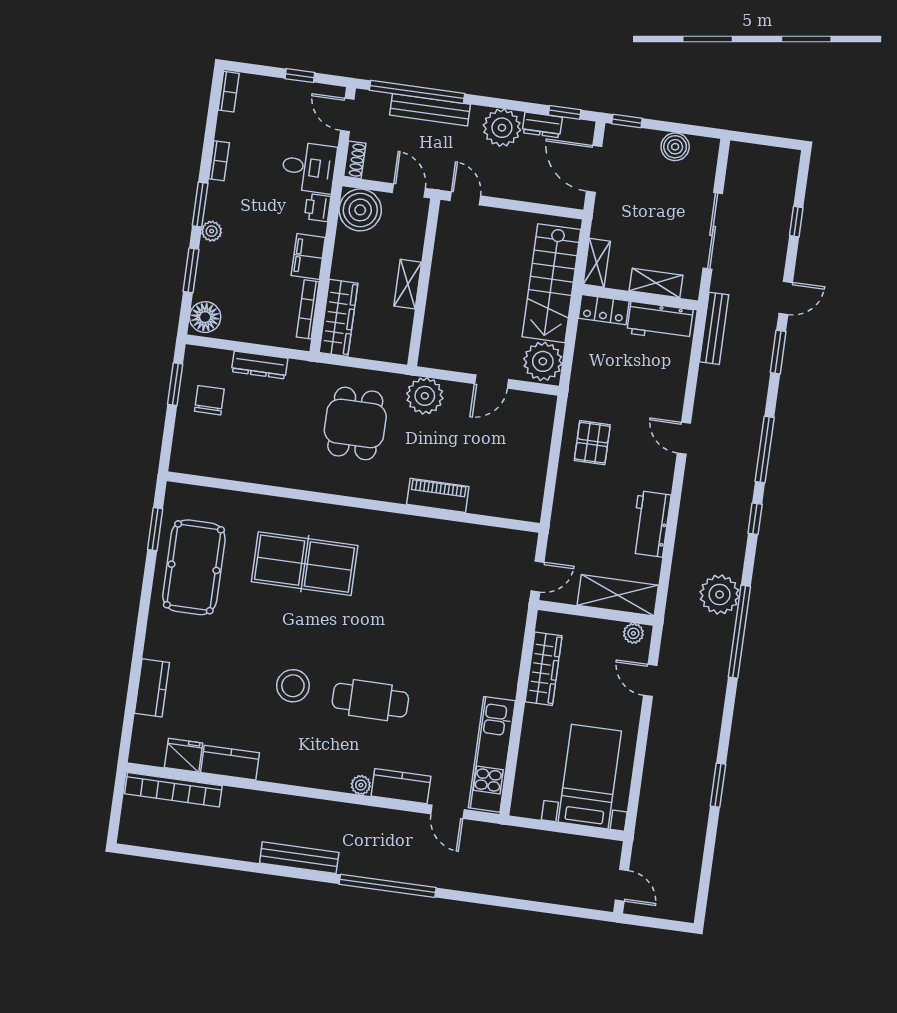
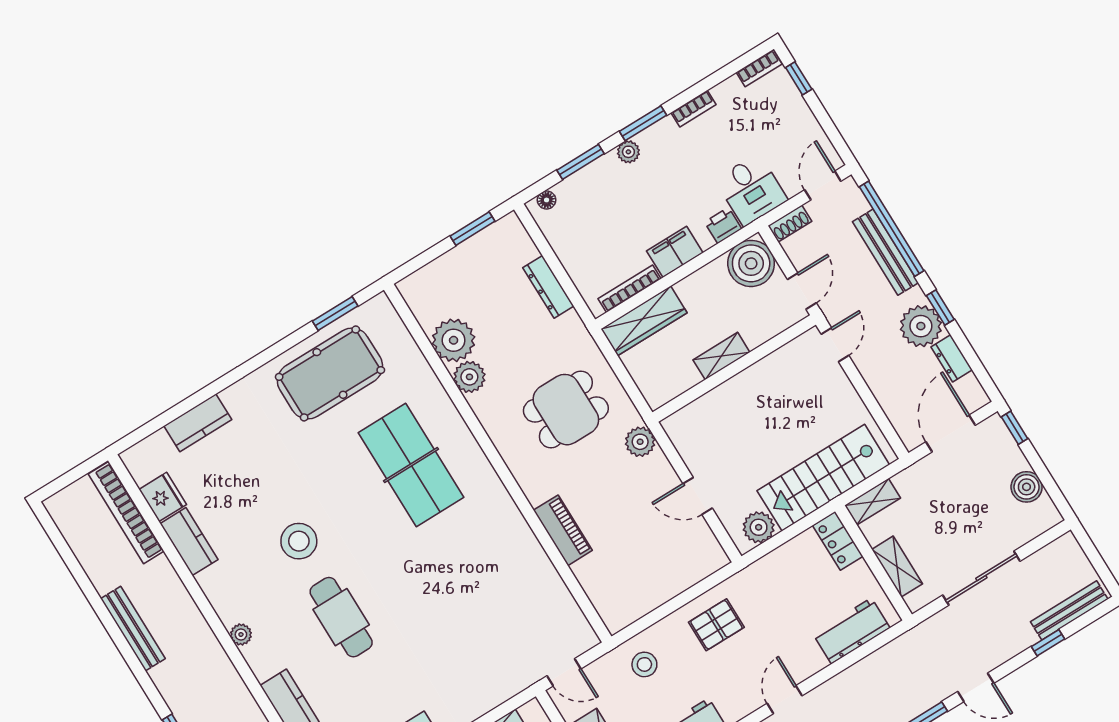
window: (300, 76) -> (799, 78), moved
window: (565, 112) -> (940, 308), moved
floor lamp: (205, 317) -> (547, 200), width x0.53, depth x0.53
workbench: (660, 321) -> (851, 631), moved, turned 90
bench: (714, 328) -> (1069, 610), moved
plant: (543, 361) -> (759, 527), width x0.73, depth x0.73
plant: (425, 396) -> (640, 442), width x0.73, depth x0.73
chair: (209, 400) -> (483, 269), removed
plant: (242, 462) -> (454, 340), added
plant: (277, 472) -> (469, 377), added
stool: (578, 516) -> (644, 664), added
plant: (361, 785) -> (241, 634), moved
bench: (299, 858) -> (133, 629), moved

